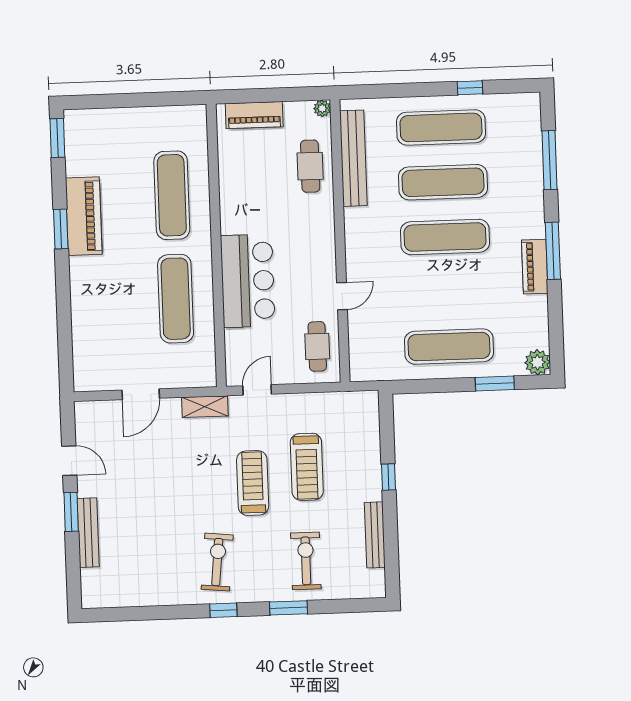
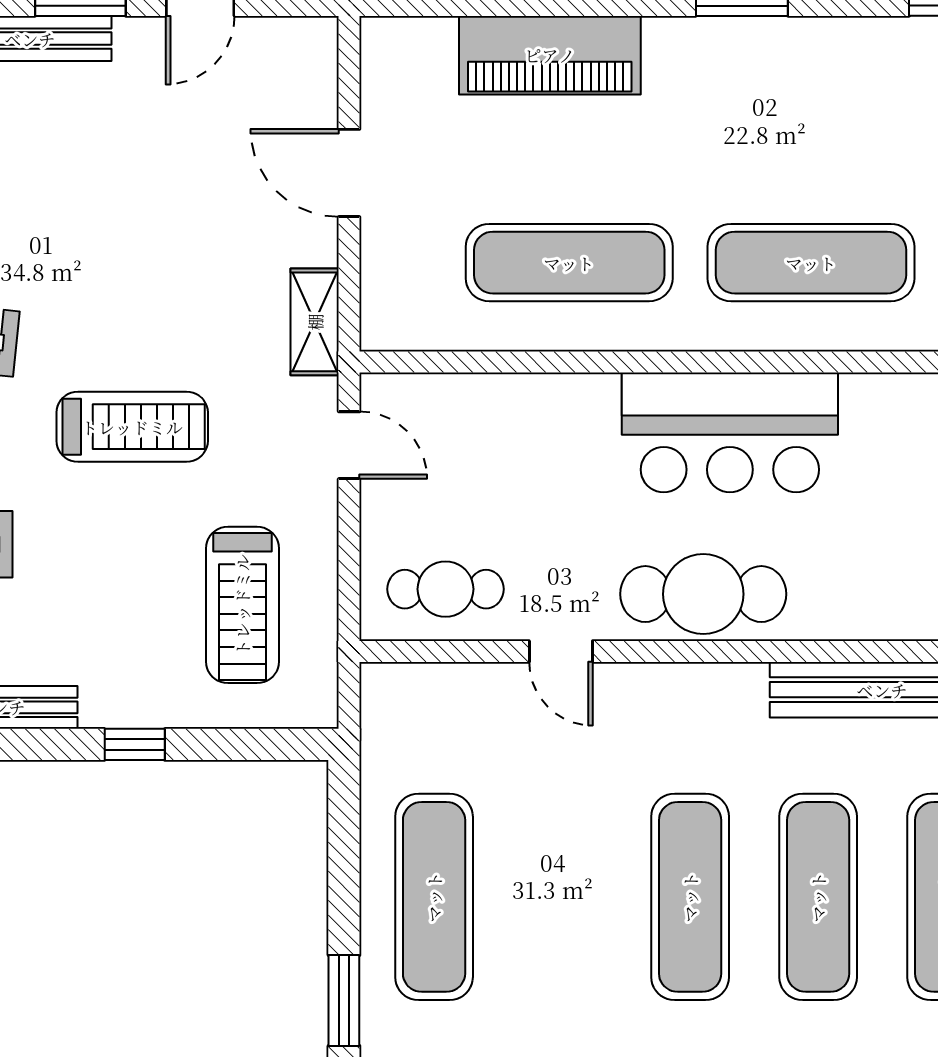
cafe table: (310, 166) -> (703, 594), moved, width x1.37, depth x1.35
piano: (84, 216) -> (550, 55), moved
bar counter: (248, 281) -> (730, 432), moved
treadmill: (307, 467) -> (242, 605), moved, turned -90

